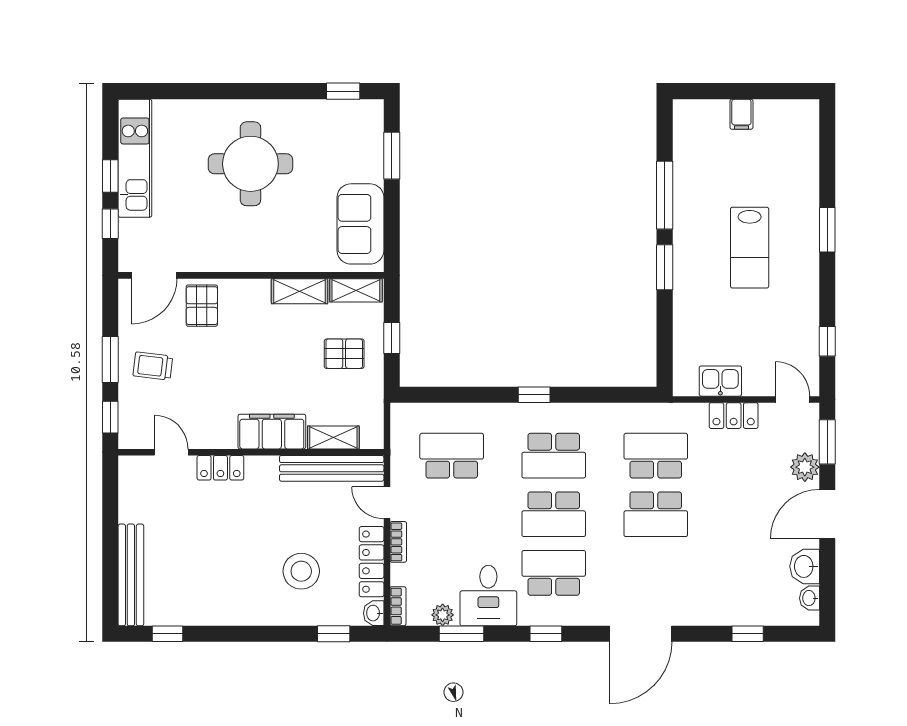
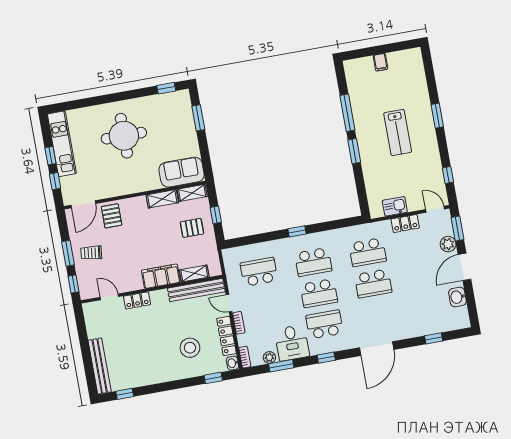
sofa: (360, 224) -> (182, 172), moved, turned 90
school desk: (656, 456) -> (368, 252), turned 180
washbasin: (810, 598) -> (463, 313), removed

